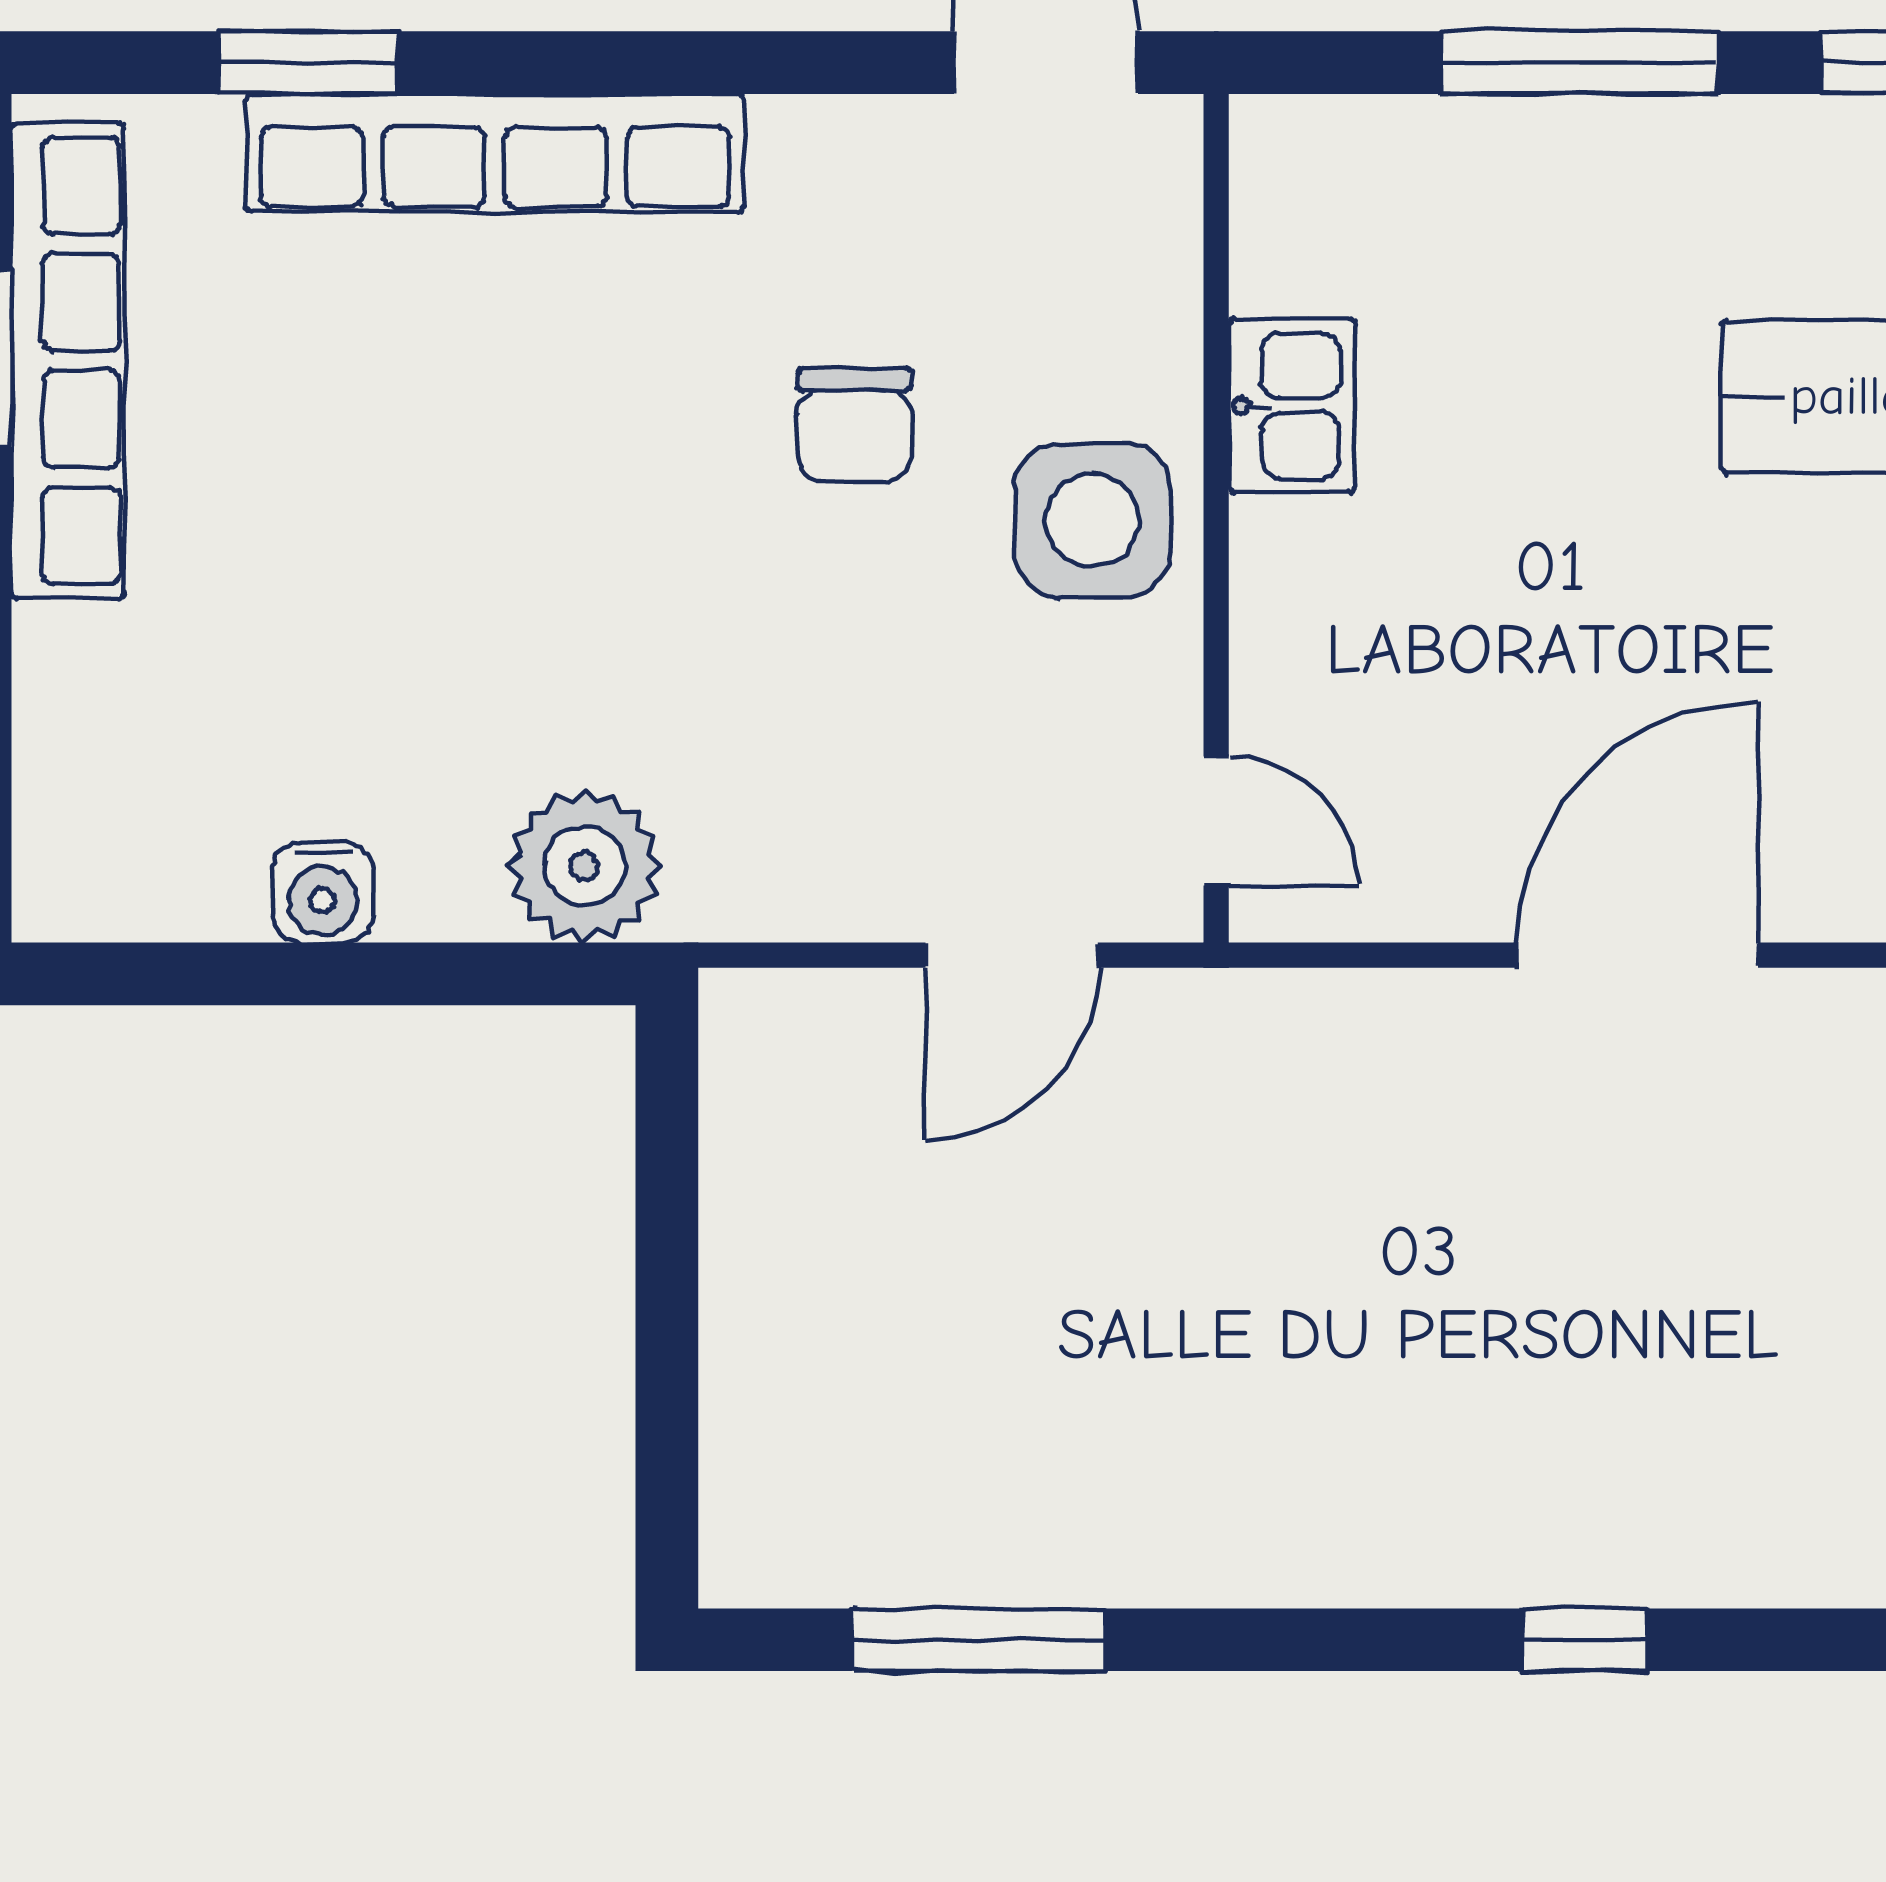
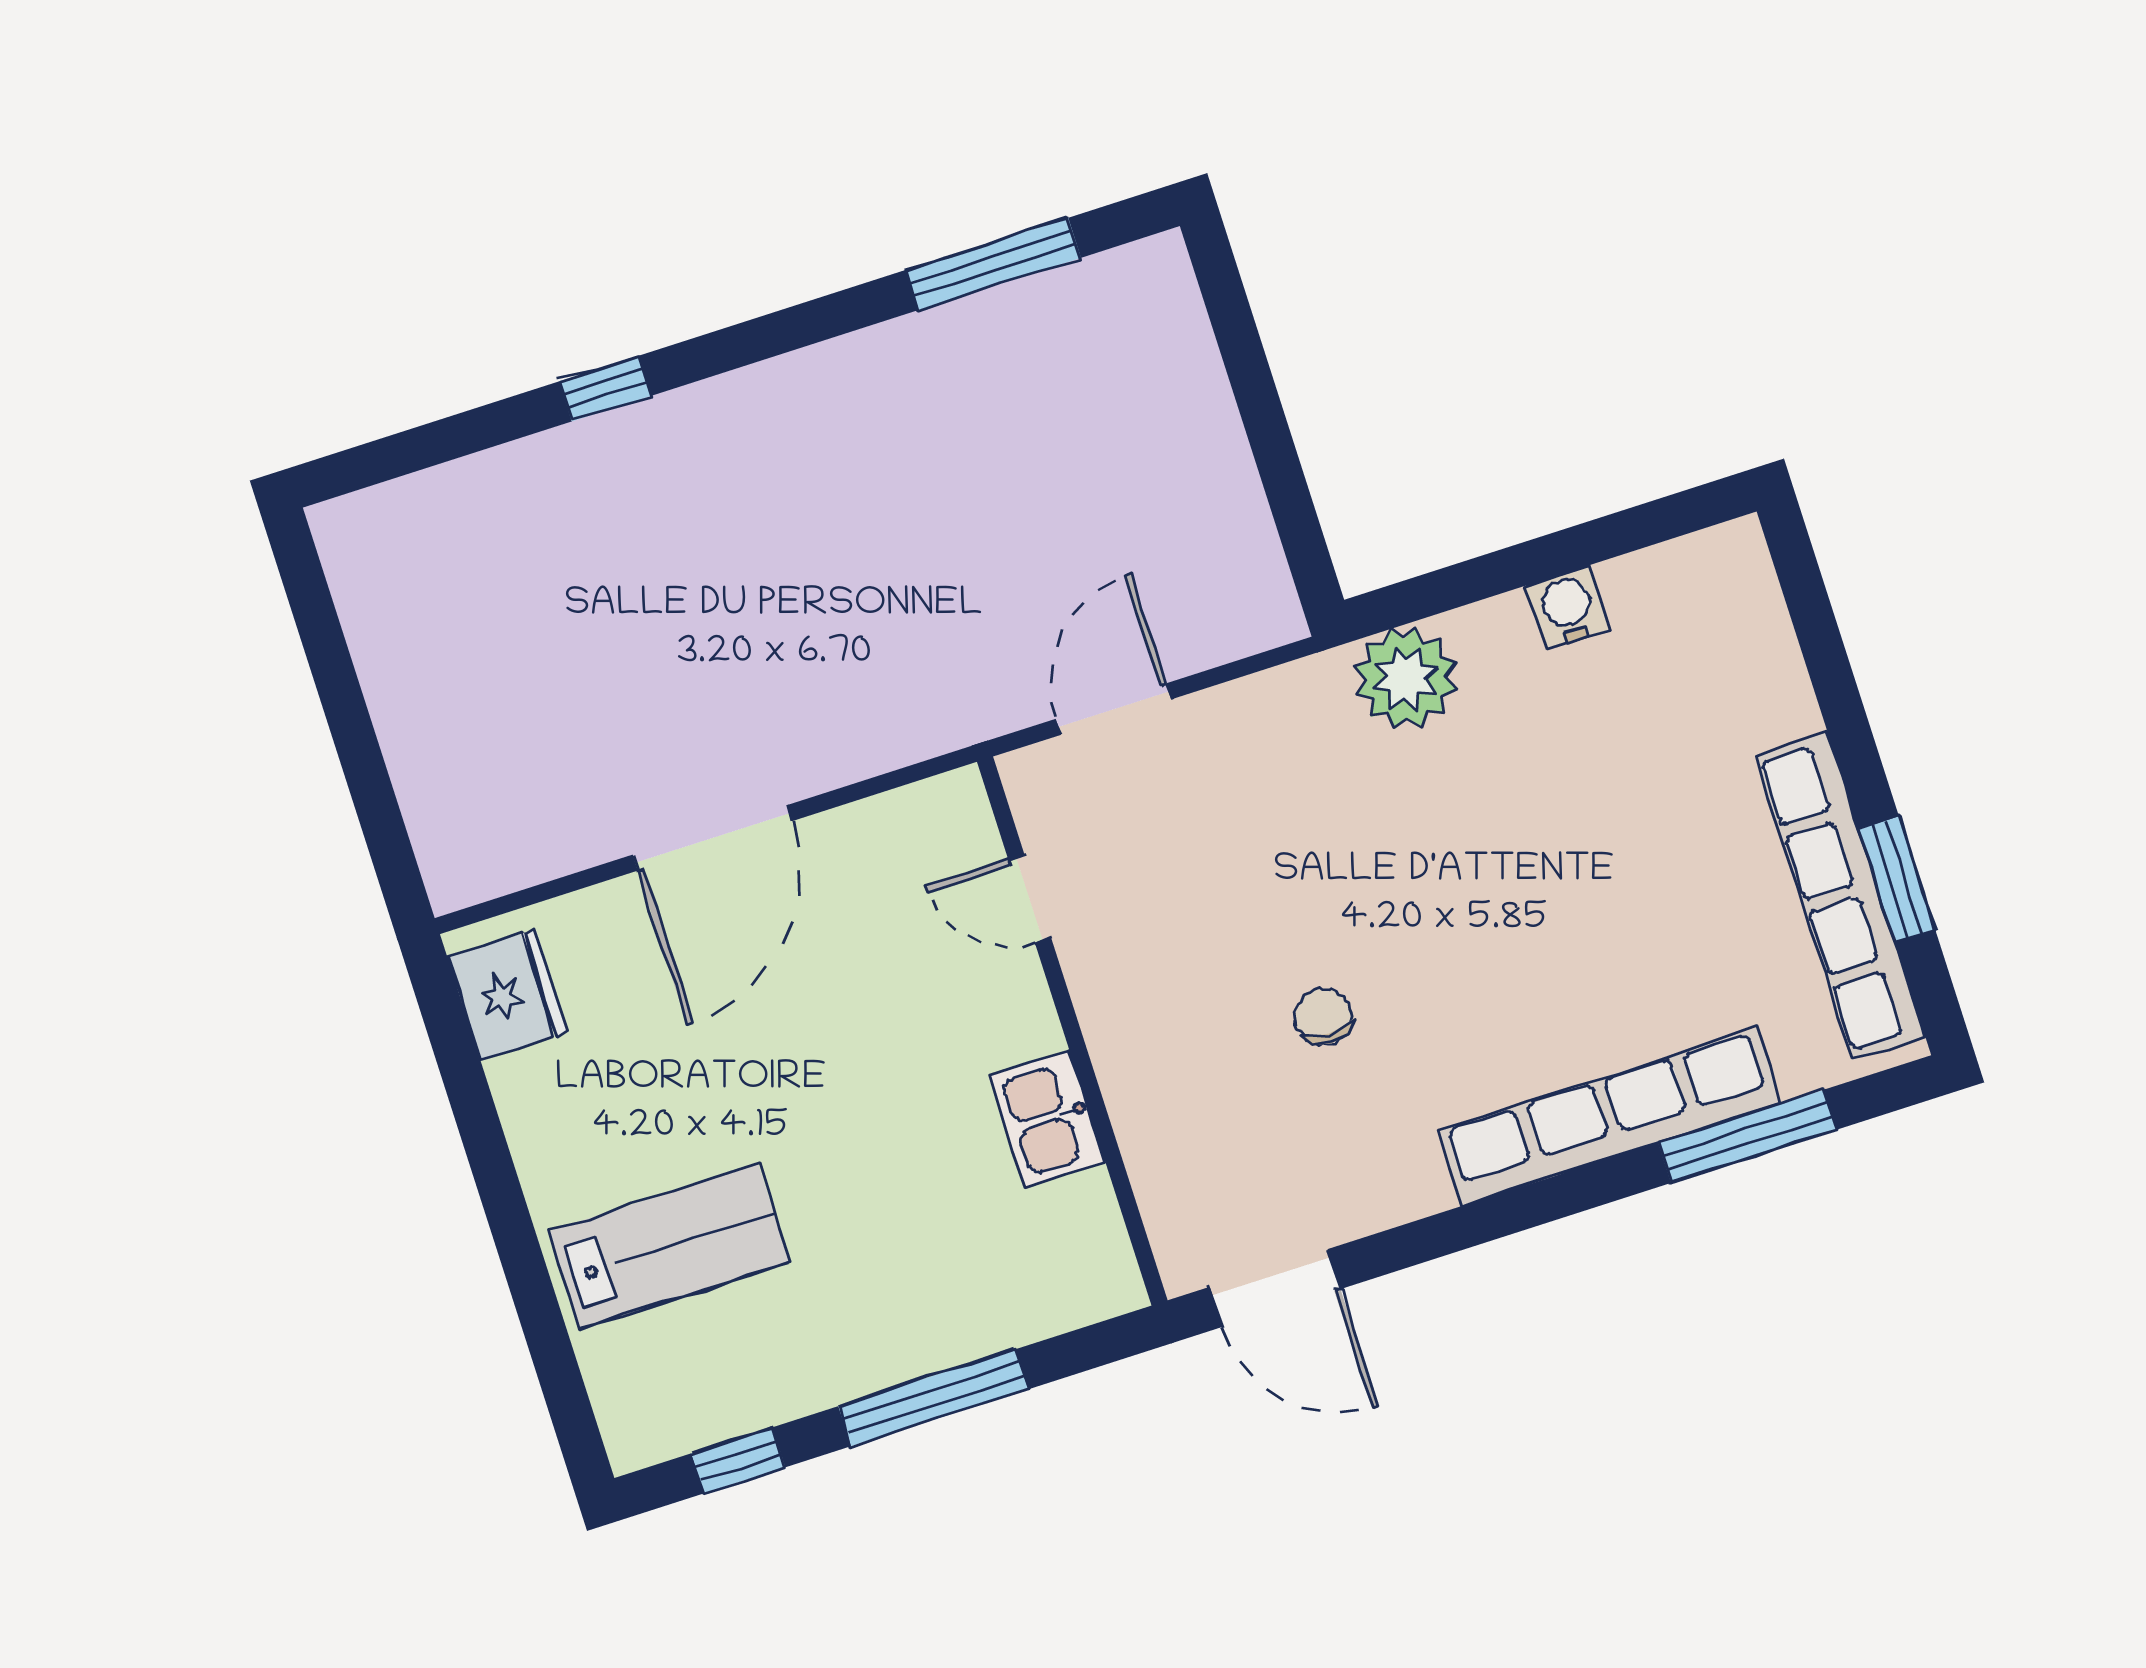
window: (308, 63) -> (1748, 1136), width x1.44
chair: (854, 425) -> (1323, 1017), width x0.73, depth x0.73
side table: (1093, 520) -> (1151, 1004), removed
door: (1216, 821) -> (1030, 899), moved

